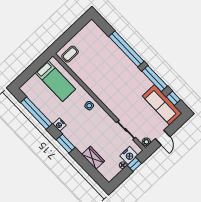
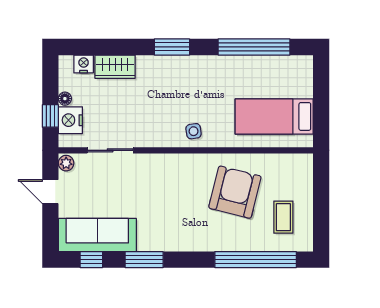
window: (126, 49) -> (256, 260), moved
coffee table: (70, 54) -> (283, 217), moved
armchair: (97, 69) -> (235, 192), added
window: (155, 79) -> (144, 260), width x0.69
nightstand: (60, 125) -> (84, 64), moved

